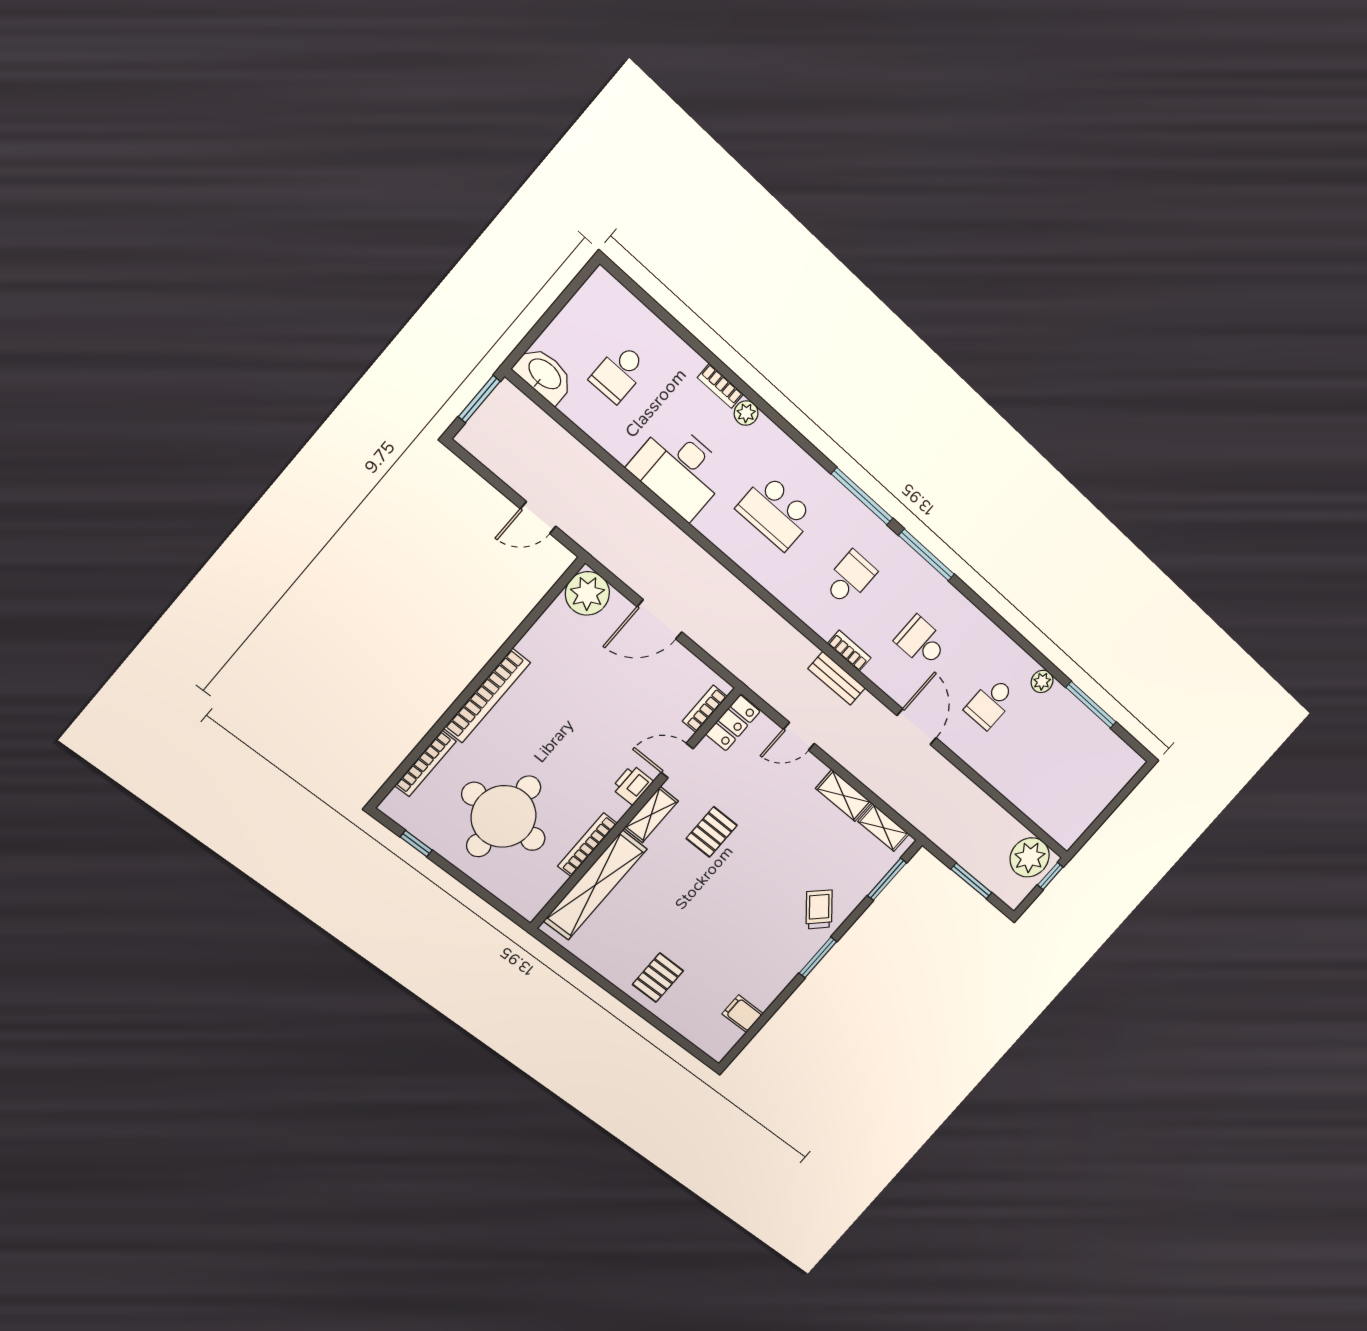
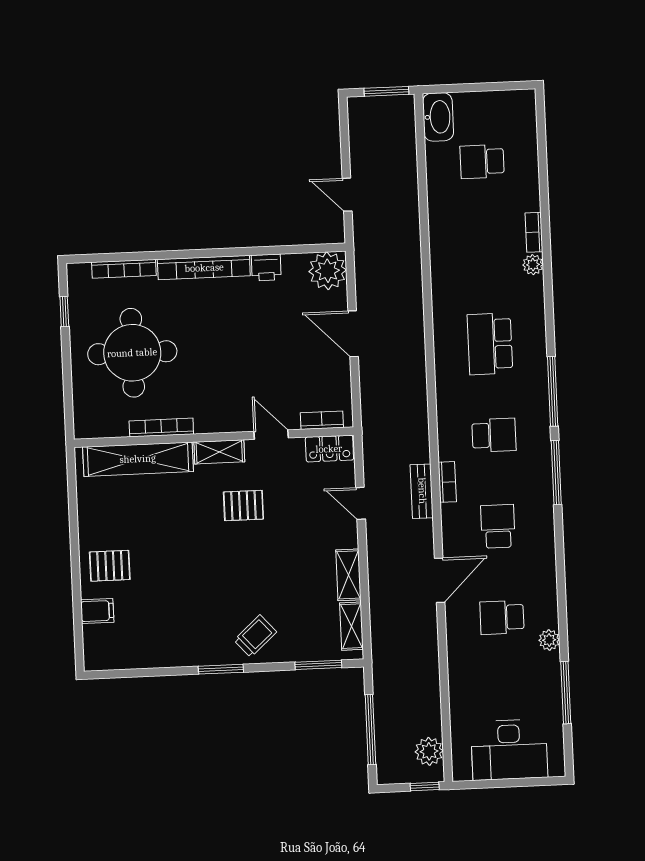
desk: (679, 470) -> (509, 750), moved, turned -90
printer: (632, 785) -> (266, 267), moved, turned 180
plant: (1030, 857) -> (429, 751), width x0.73, depth x0.73
window: (971, 881) -> (370, 730), width x1.44
filing cabinet: (743, 1014) -> (97, 611), moved, turned 90

